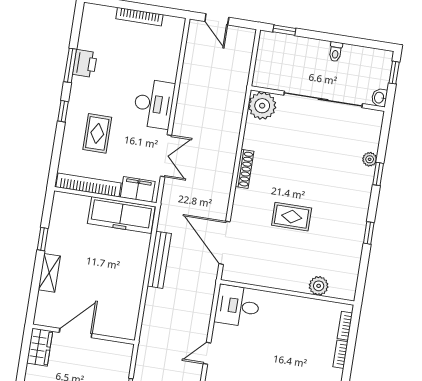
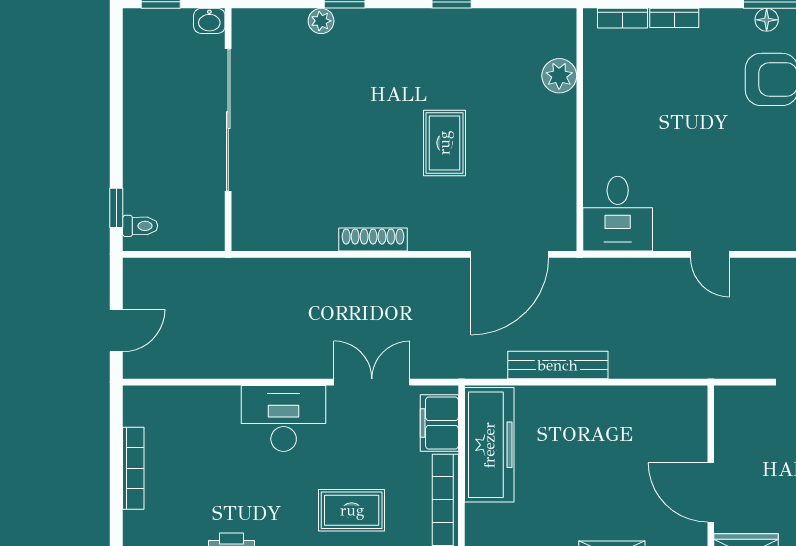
toilet: (336, 52) -> (140, 226), moved
plant: (262, 106) -> (256, 226), removed

